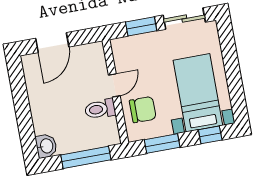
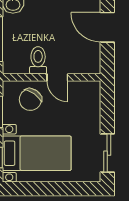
window: (141, 26) -> (107, 112), removed
chair: (143, 110) -> (30, 100), turned 35

